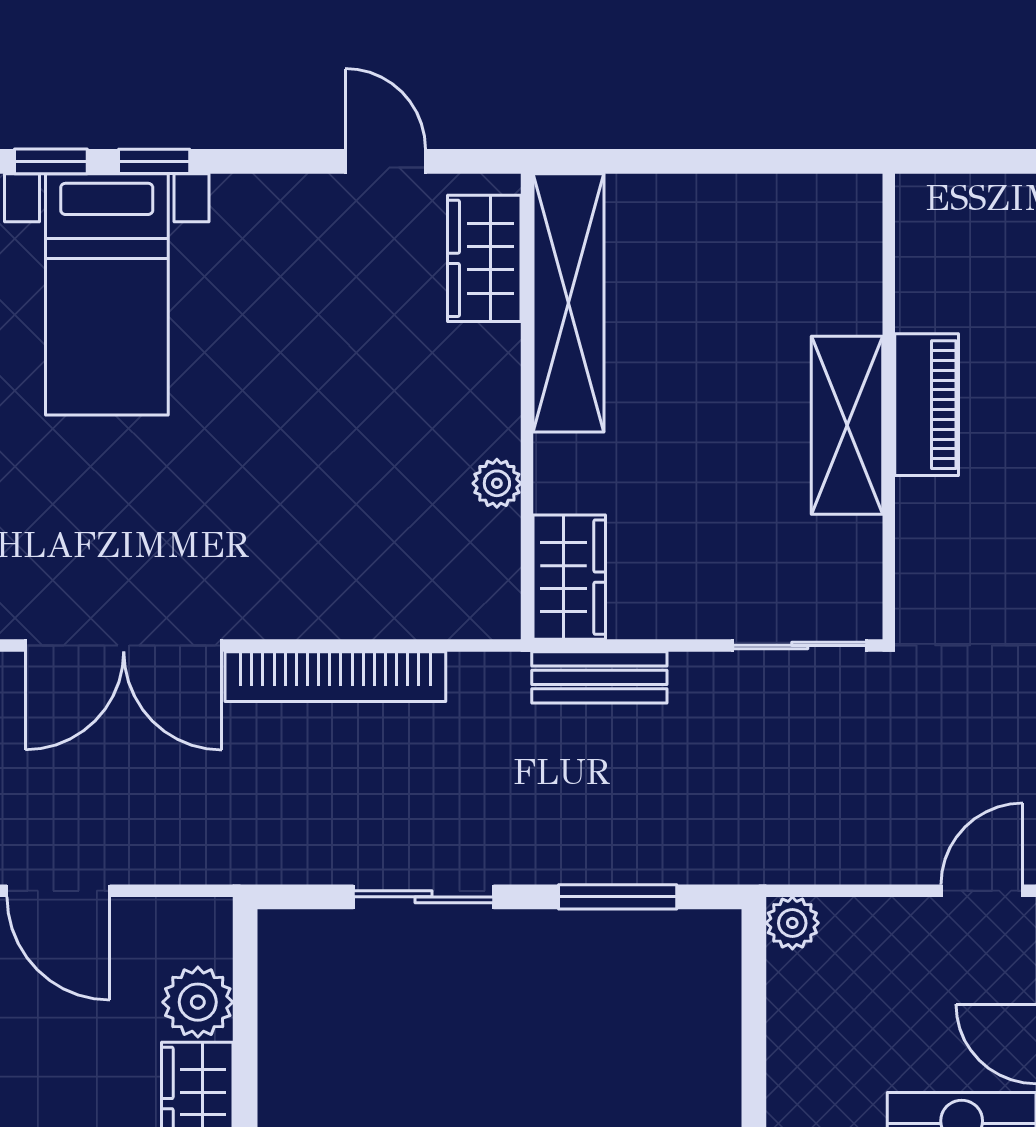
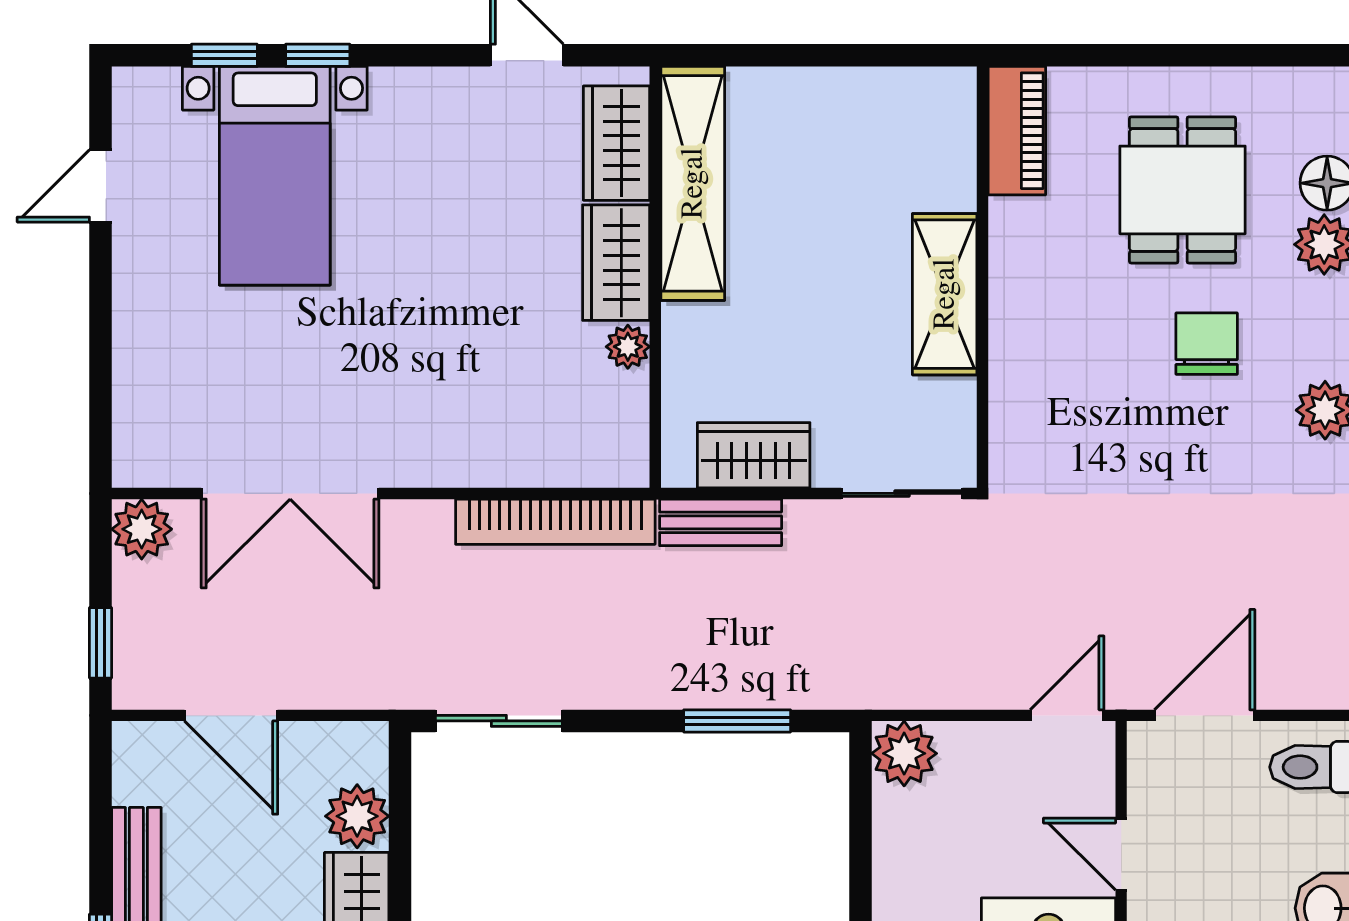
wardrobe: (484, 390) -> (616, 263), added
piano: (927, 405) -> (1017, 131), moved
wardrobe: (569, 577) -> (754, 455), moved, turned -90
bookcase: (335, 677) -> (555, 522), moved
sliding door: (423, 897) -> (499, 721), moved
plant: (792, 923) -> (904, 753), width x1.38, depth x1.38

